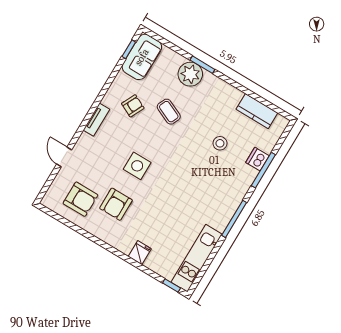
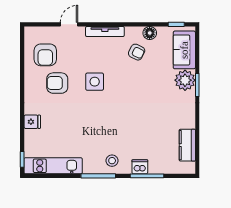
sofa: (142, 57) -> (184, 50), moved, turned 90
floor lamp: (122, 81) -> (150, 33), added
coffee table: (169, 112) -> (148, 81), removed
tv unit: (96, 120) -> (105, 32), width x1.41
stool: (220, 143) -> (112, 161), moved
dishwasher: (258, 159) -> (140, 167), moved

